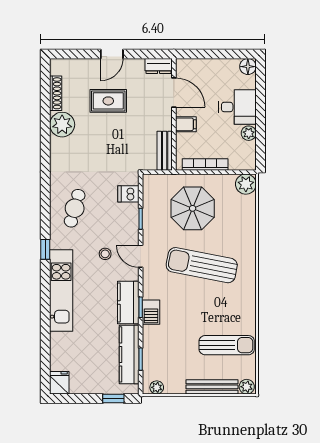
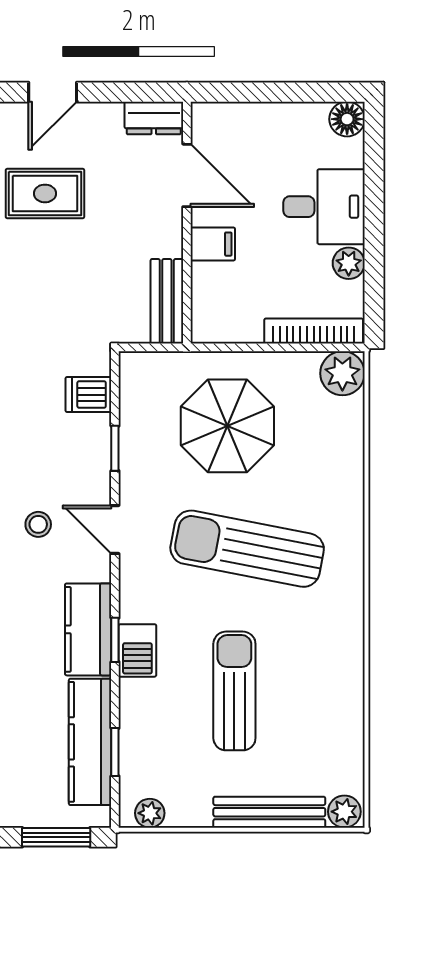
bookcase: (205, 164) -> (314, 331), moved
sun lounger: (227, 345) -> (234, 691), moved, turned -90
window: (113, 399) -> (56, 837), width x1.50

